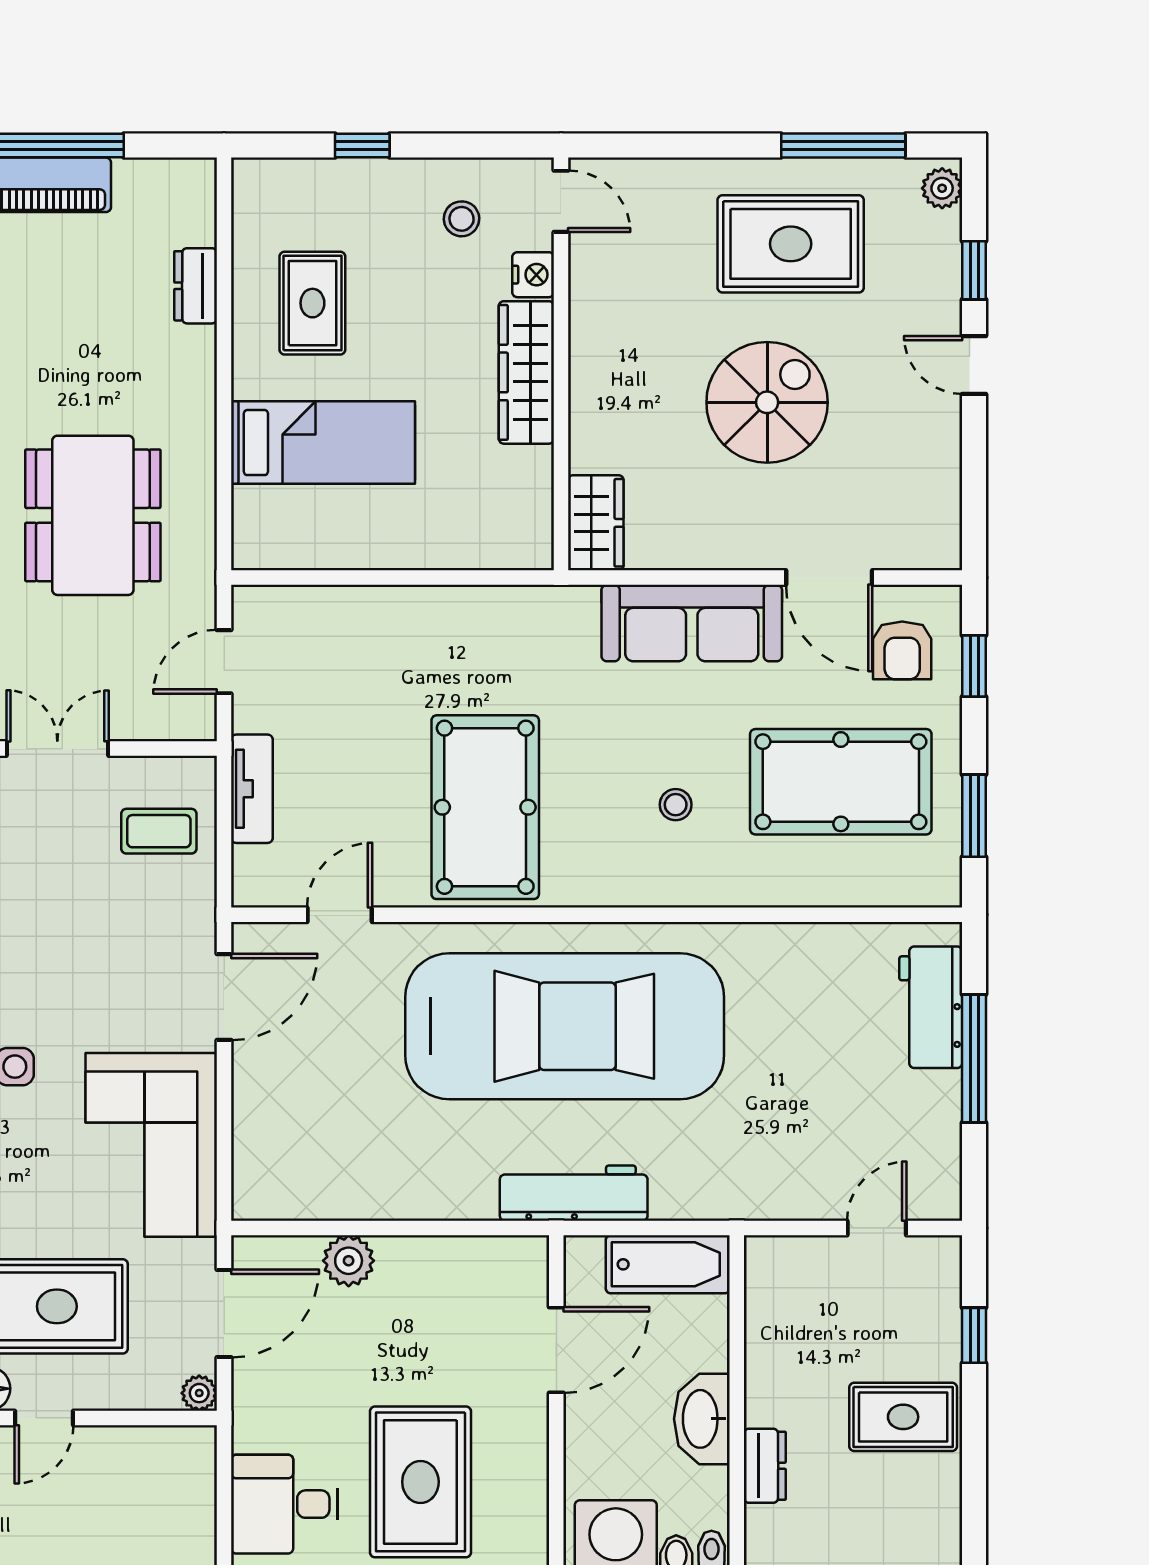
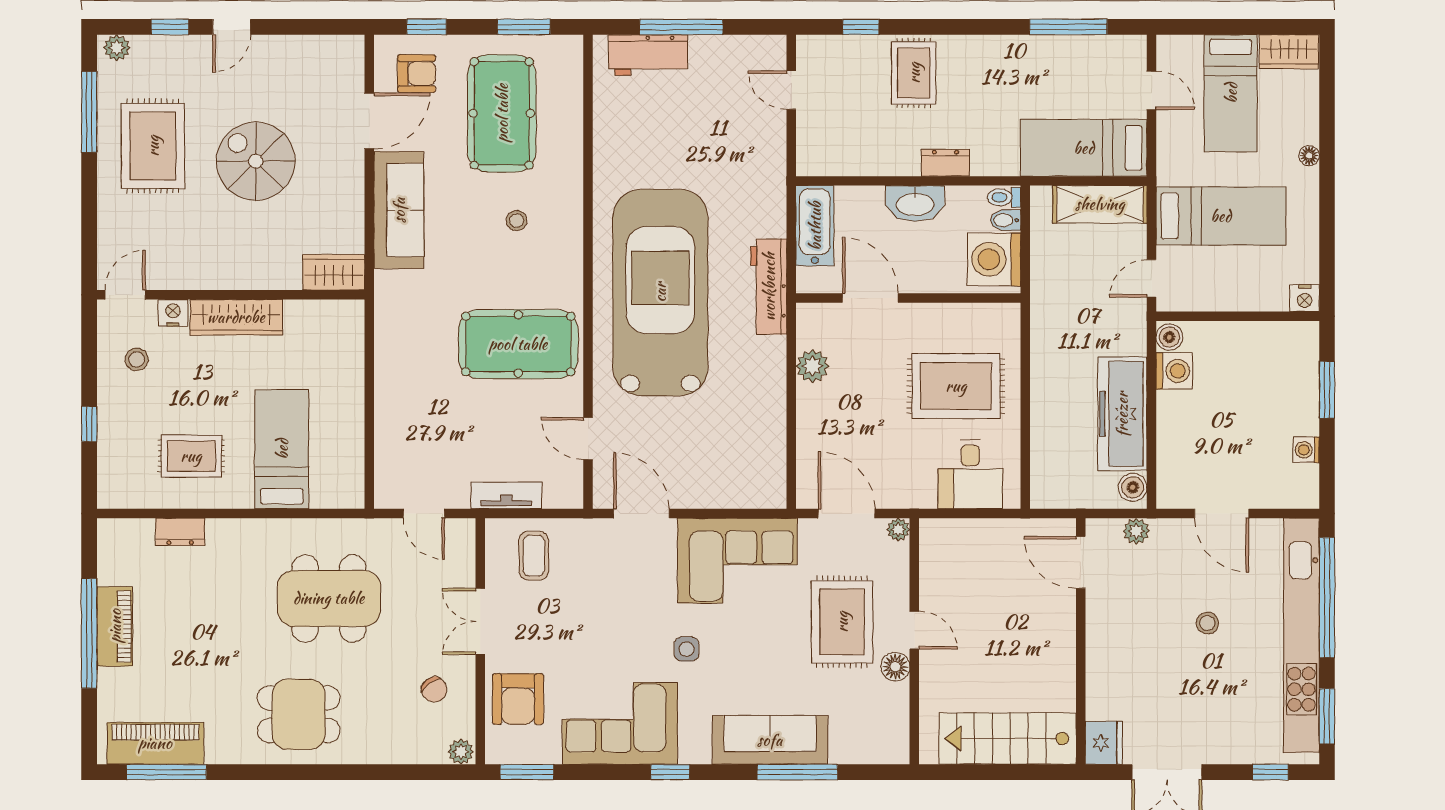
plant: (349, 1261) -> (812, 366), moved

